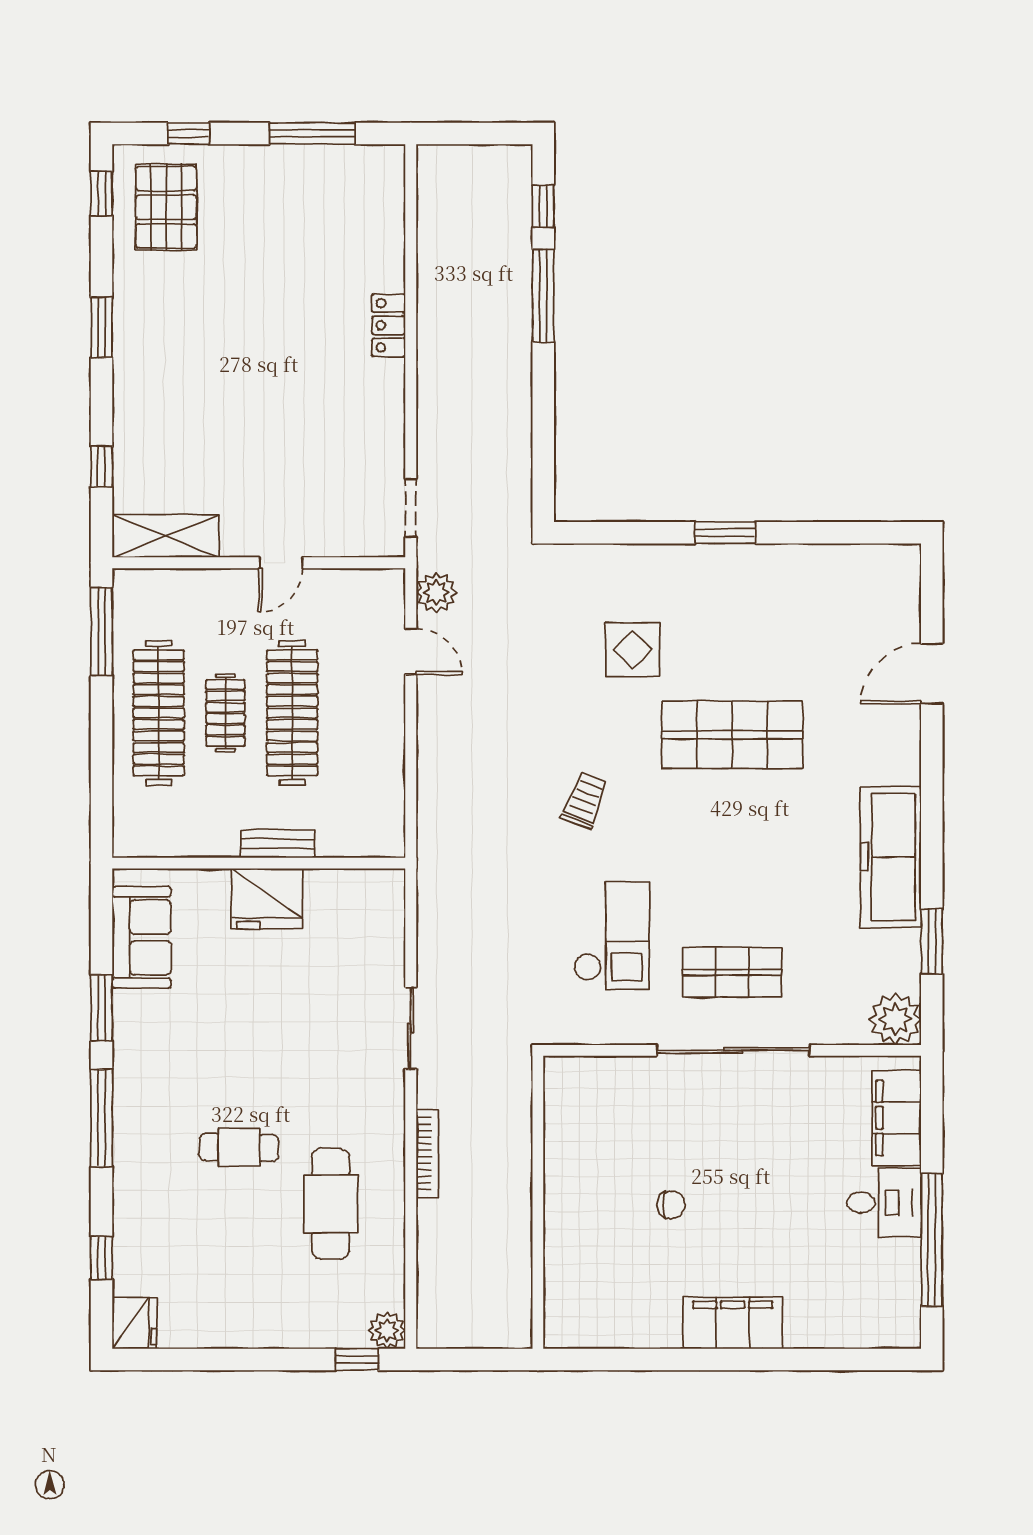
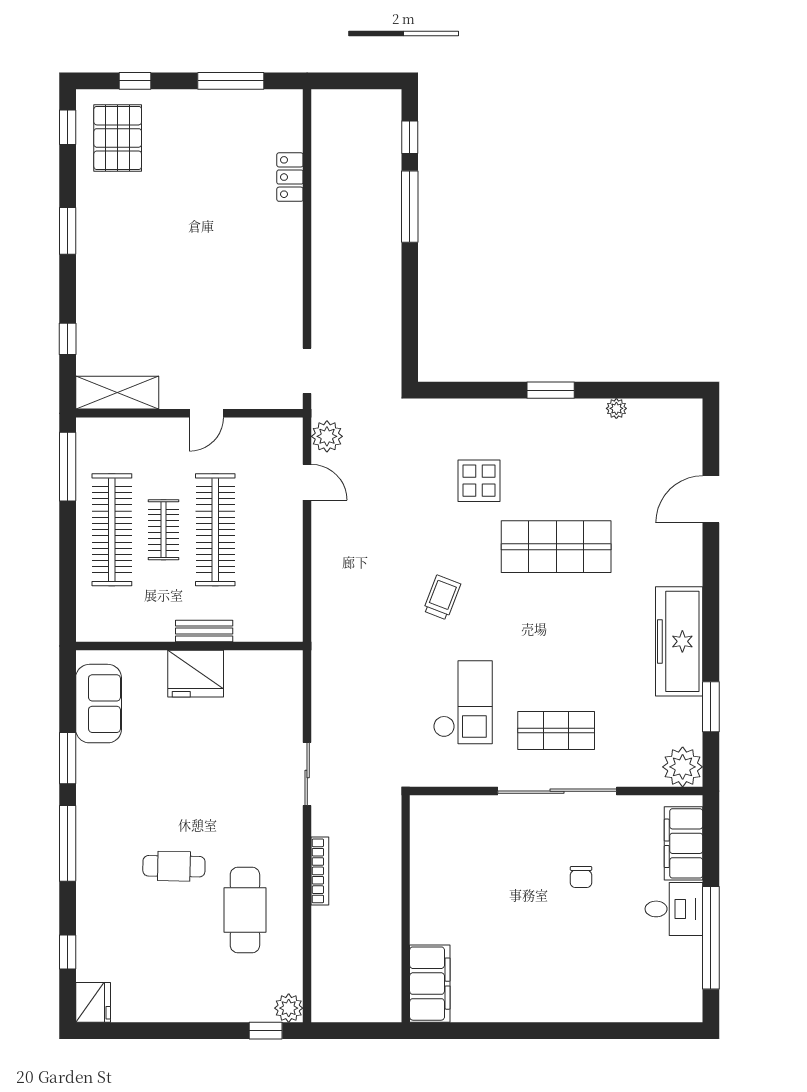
locker: (389, 325) -> (290, 177), moved
plant: (810, 556) -> (616, 408), added
chair: (671, 1205) -> (581, 877), moved, turned 90
filing cabinet: (733, 1323) -> (430, 984), moved, turned 90

